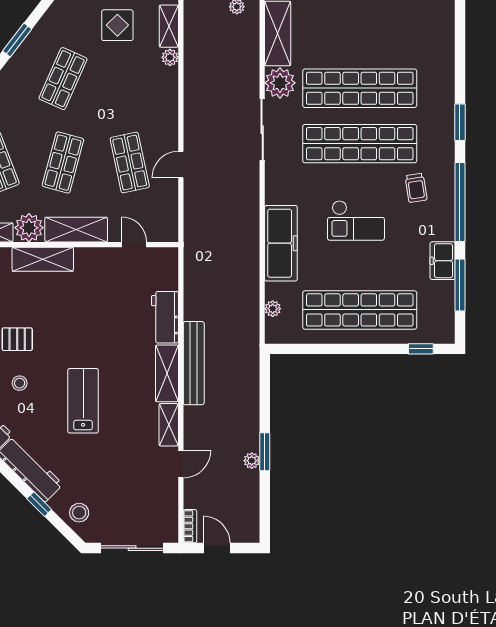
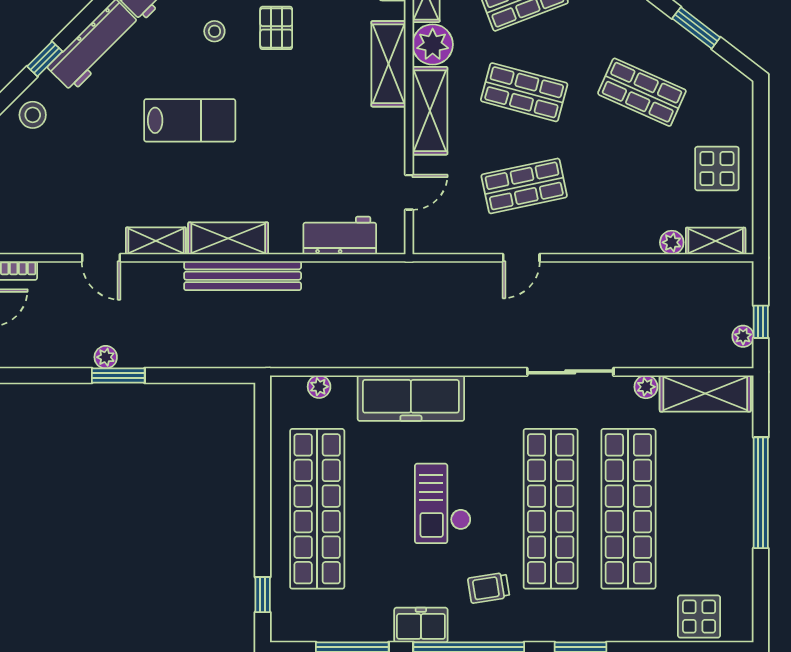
display table: (436, 38) -> (699, 617), added
plant: (280, 83) -> (646, 387), width x0.53, depth x0.53
door: (181, 165) -> (521, 258), swing flipped
freezer: (443, 261) -> (421, 625), moved
workbench: (165, 317) -> (340, 235), moved

